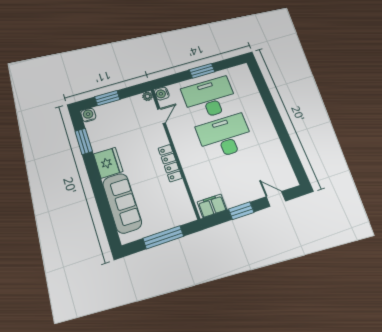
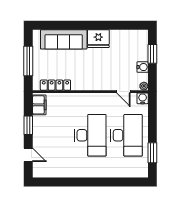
window: (202, 71) -> (152, 153), moved
water cooler: (88, 115) -> (143, 67), moved
window: (84, 141) -> (122, 25), removed
locker: (170, 163) -> (55, 85), moved
door: (276, 199) -> (28, 155), hinge flipped

